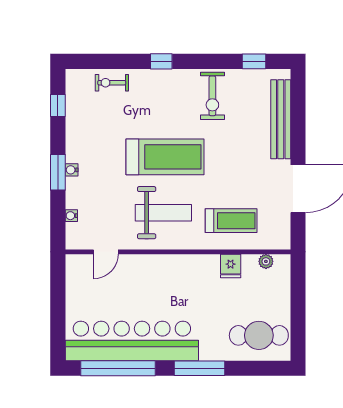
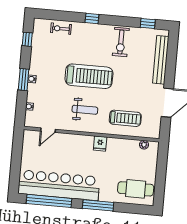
weight bench: (163, 213) -> (85, 110), width x0.73, depth x0.75
fridge: (231, 266) -> (100, 144), moved

